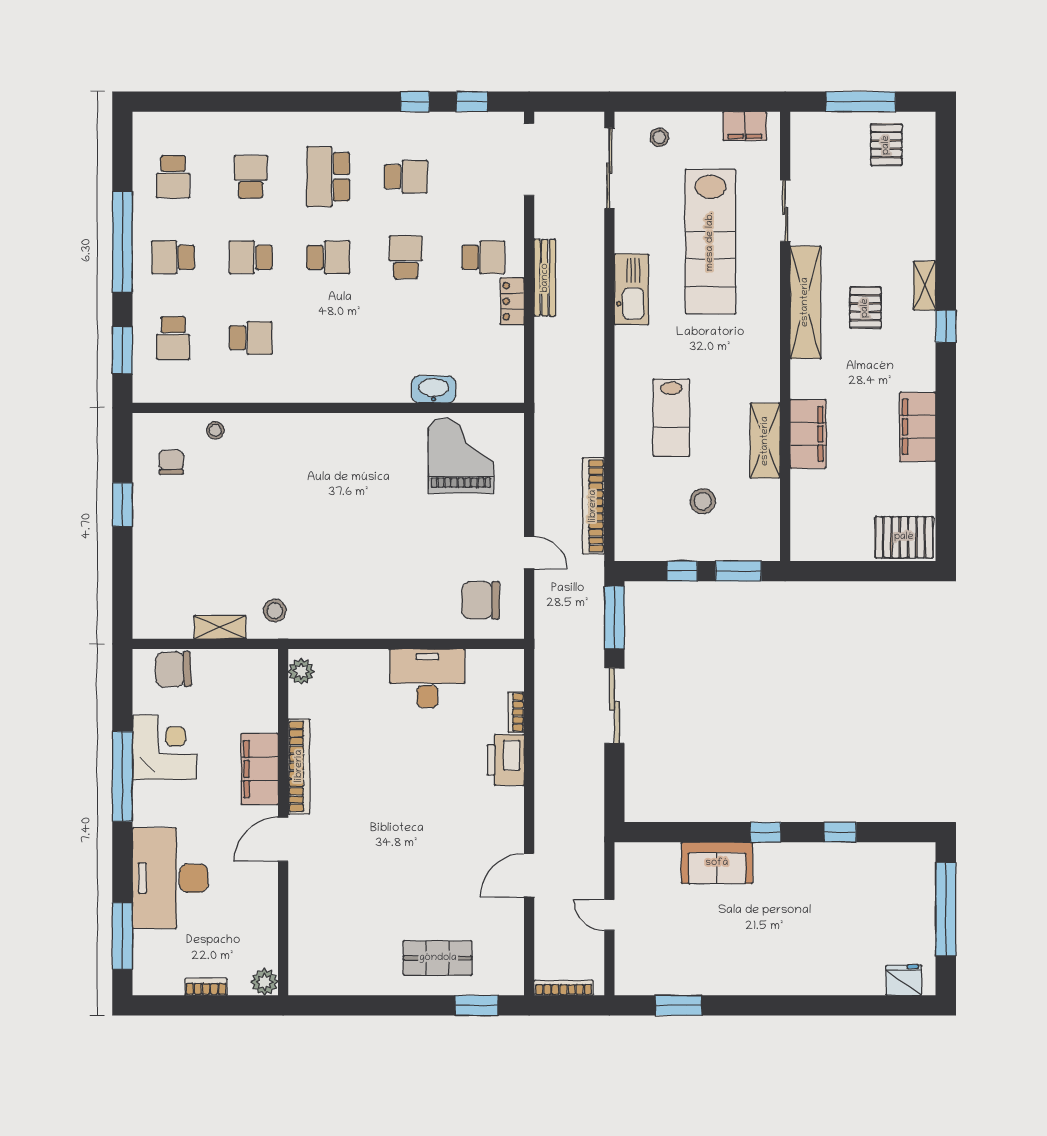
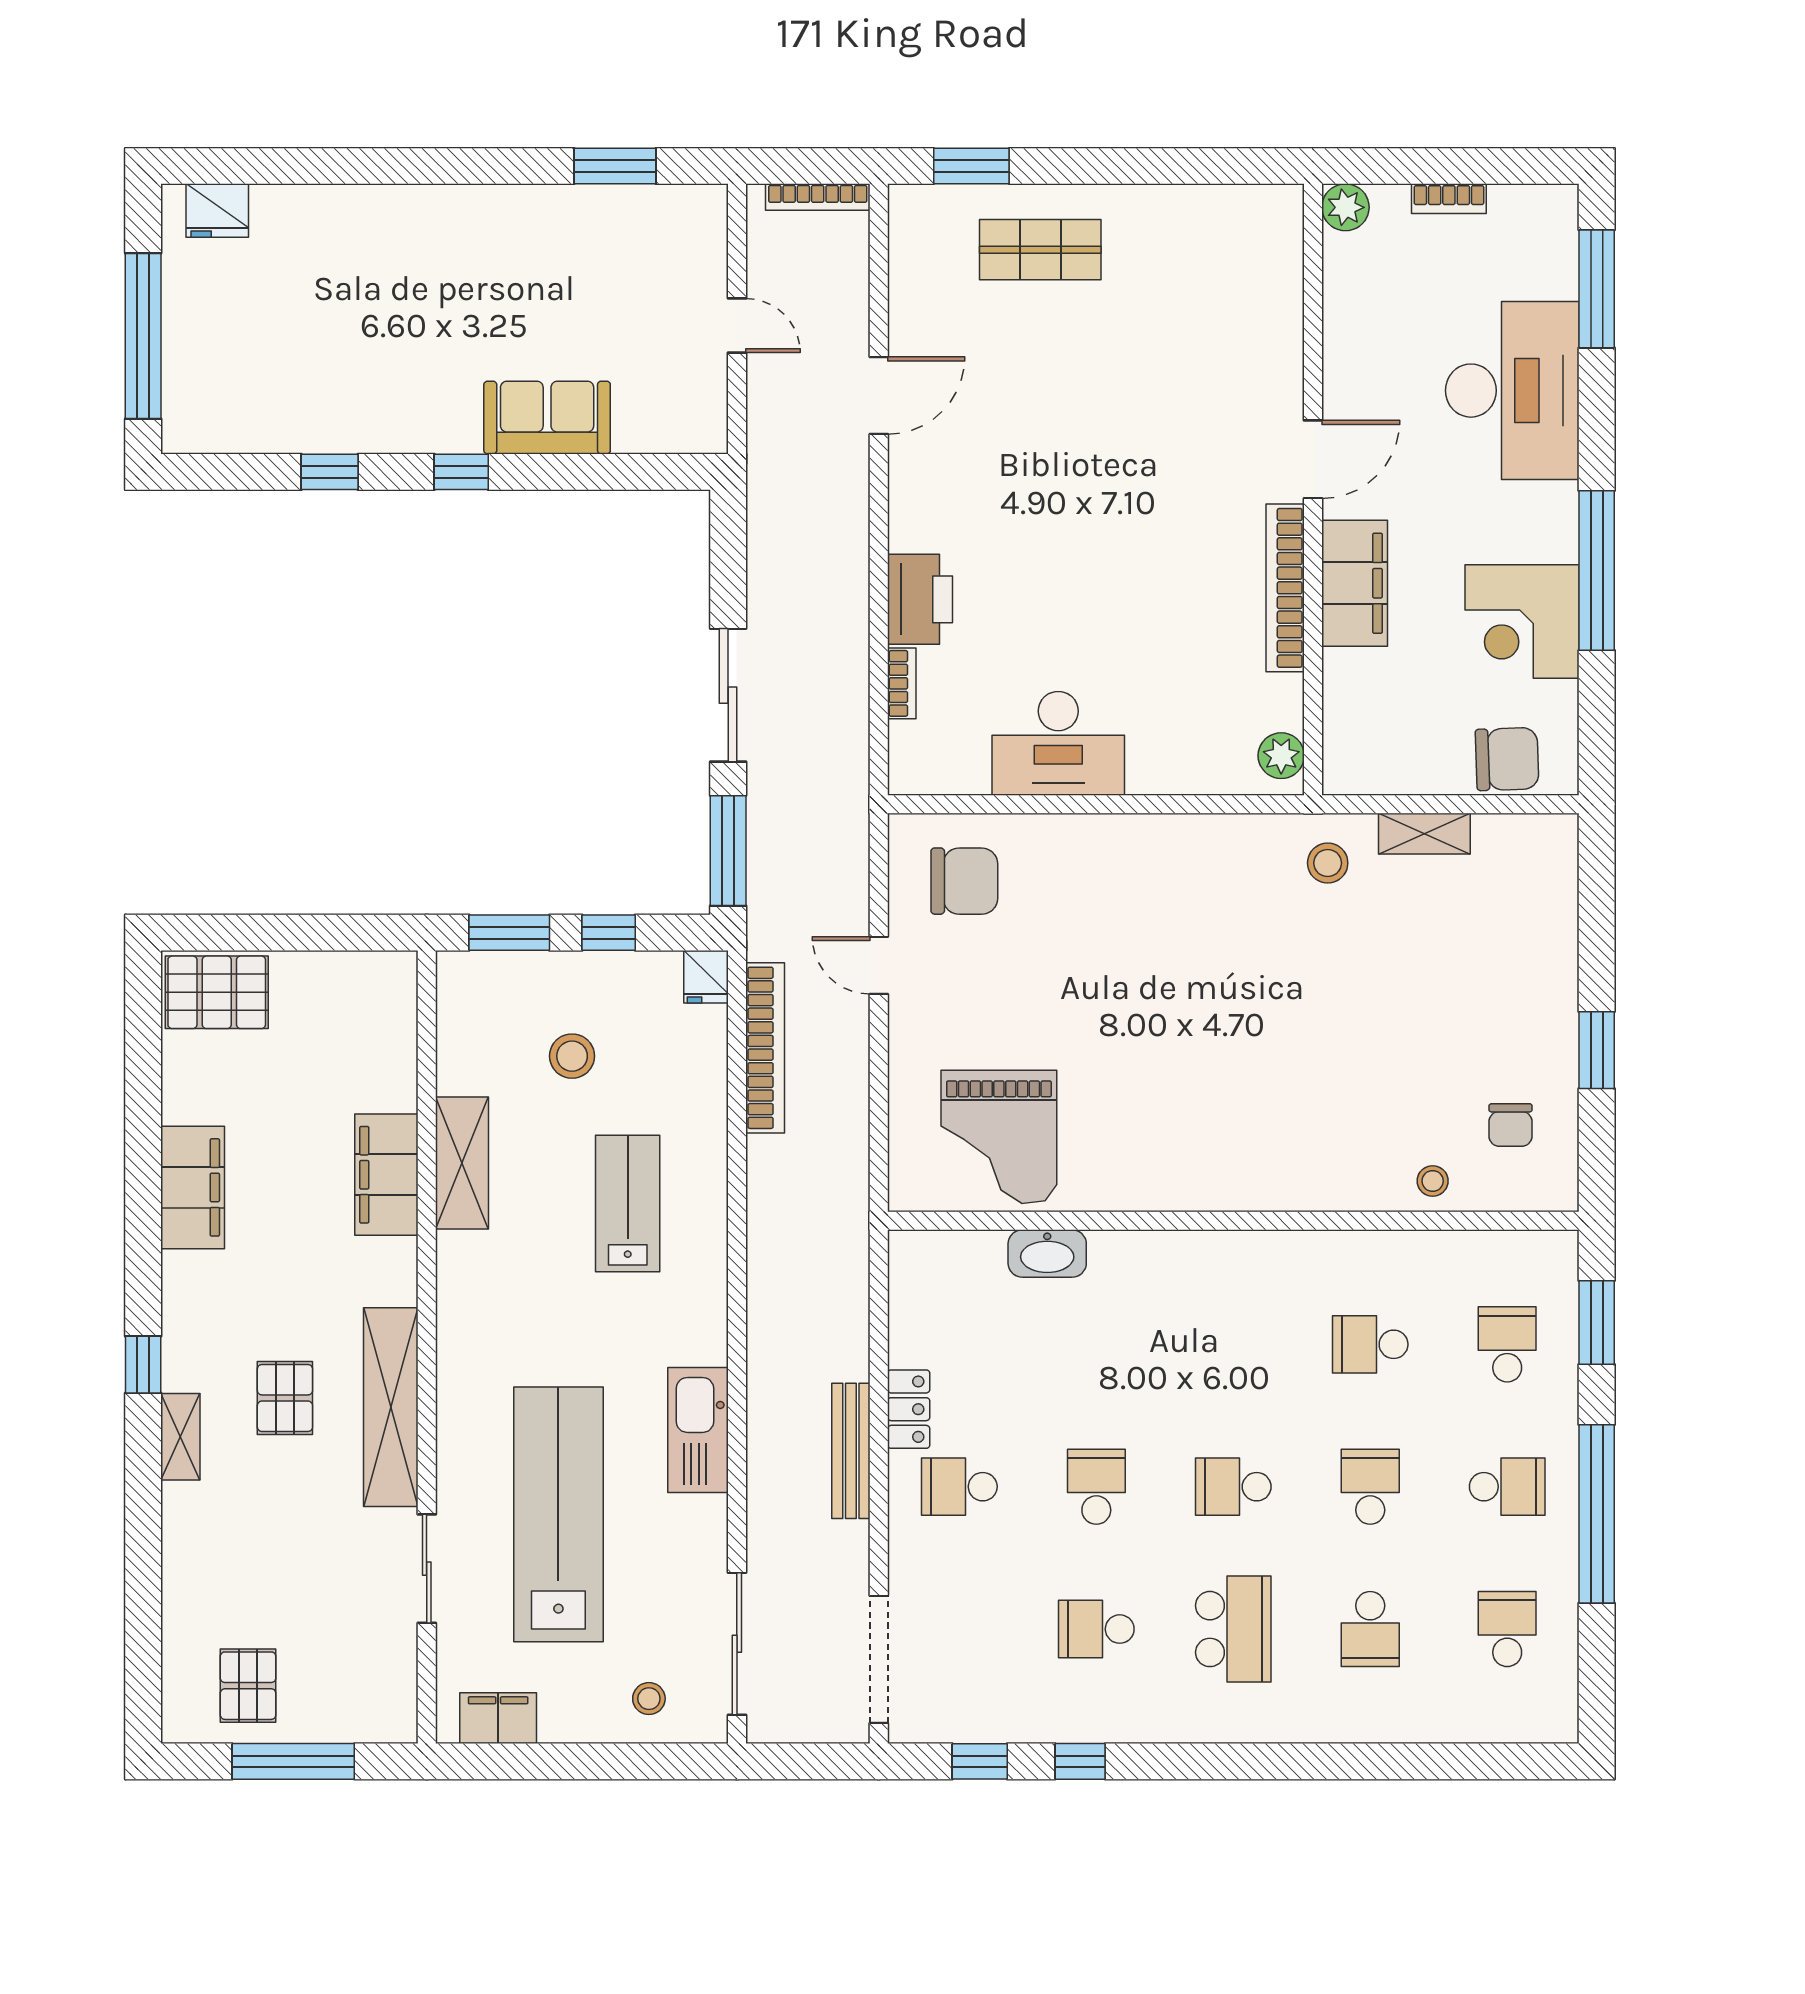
school desk: (251, 257) -> (1370, 1487), turned -90
school desk: (406, 257) -> (1096, 1487), turned 180
fridge: (627, 546) -> (706, 977), added

